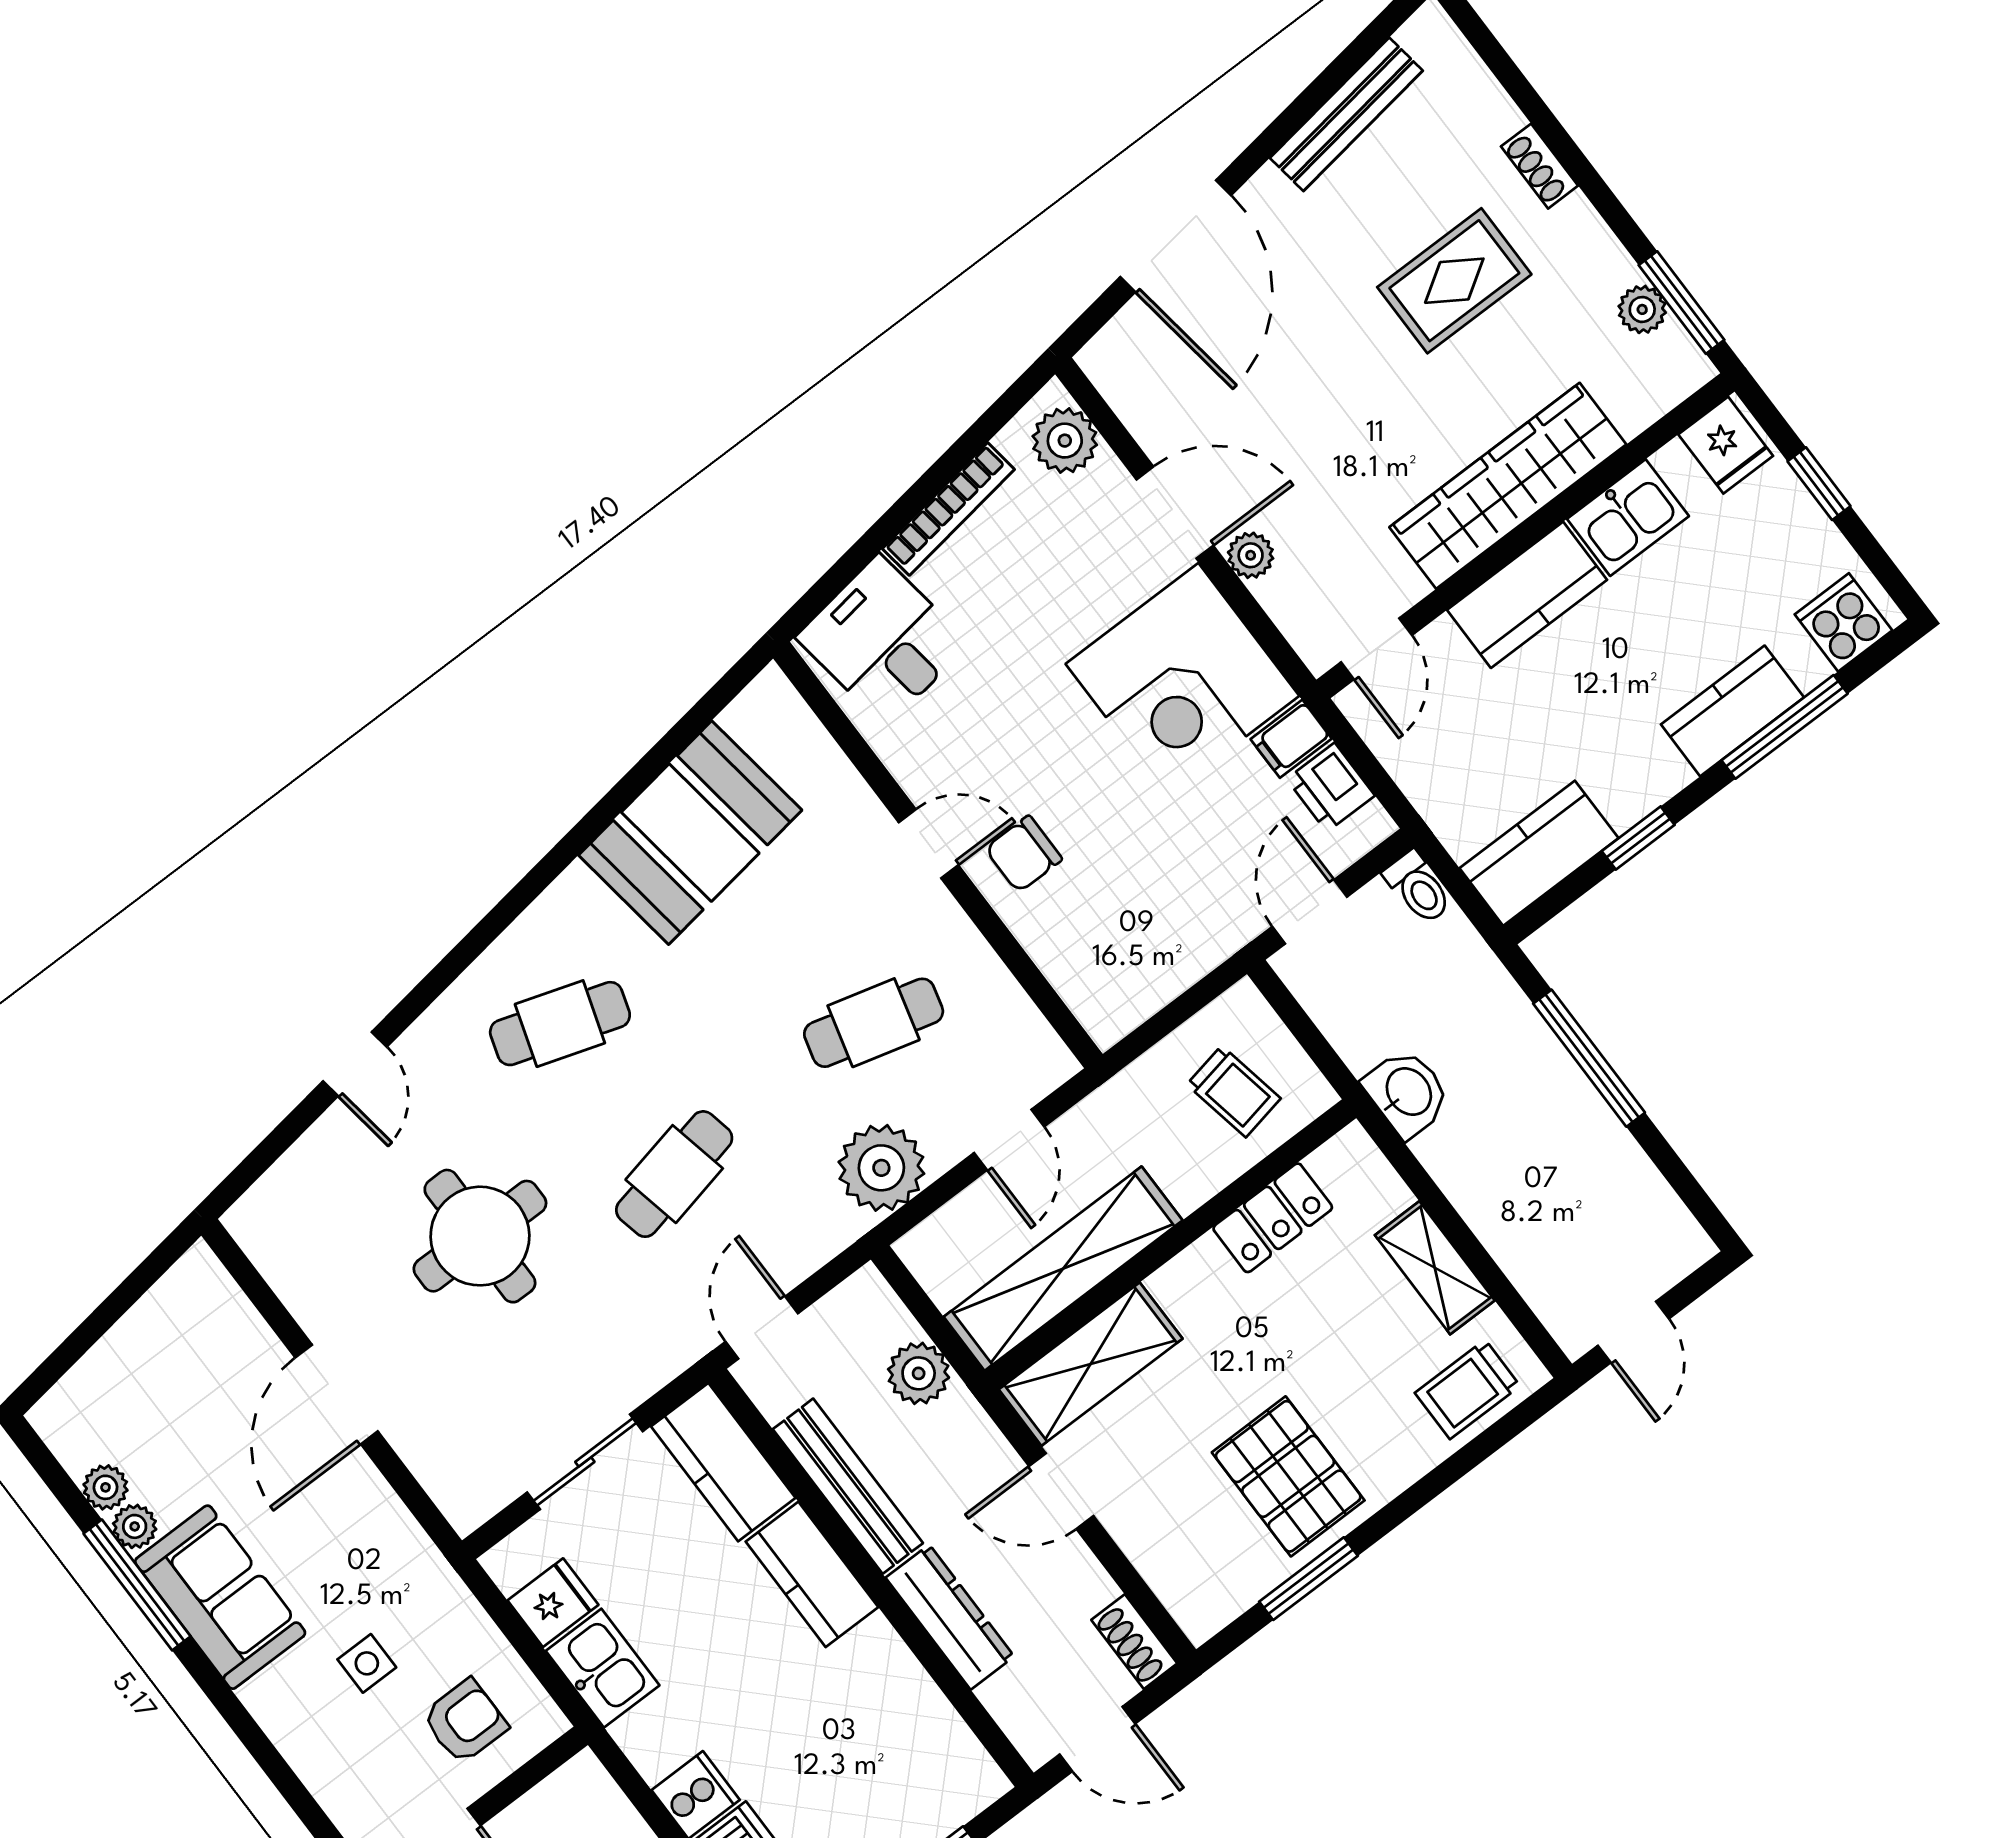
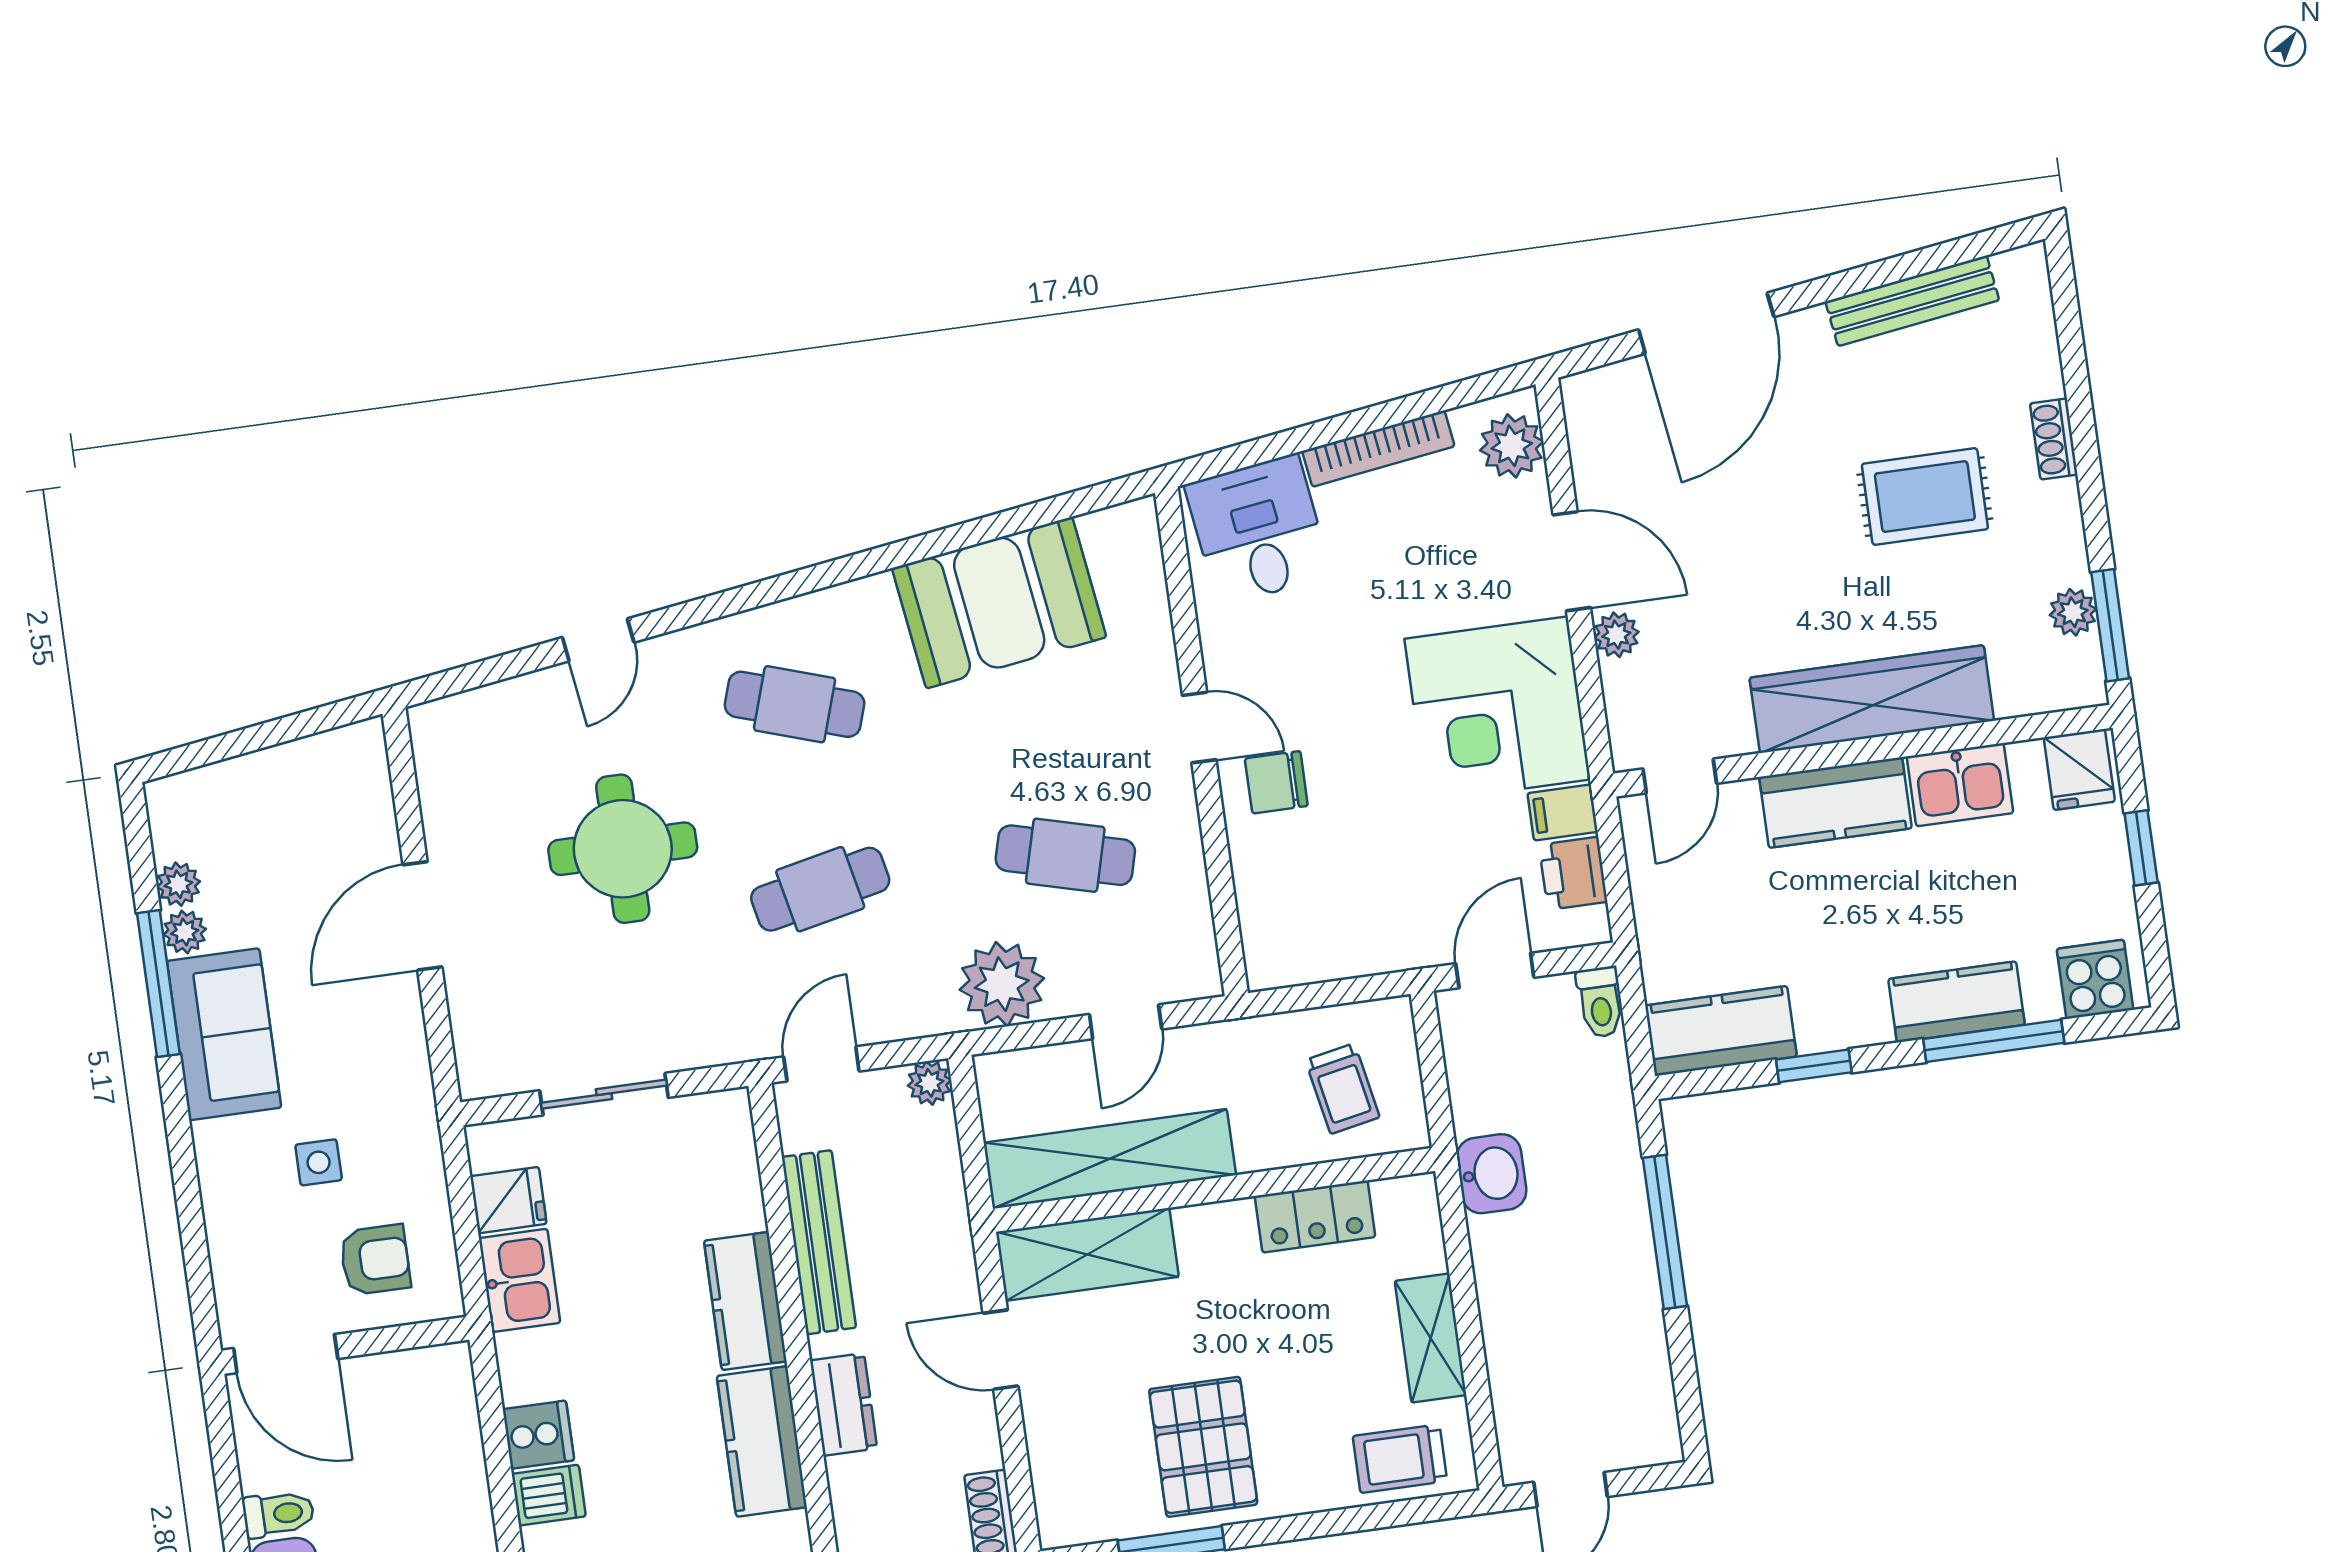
plant: (919, 1373) -> (929, 1083), moved, width x0.73, depth x0.73
kitchen counter: (723, 1462) -> (762, 1442), moved
dresser: (950, 1617) -> (844, 1404), width x0.70

